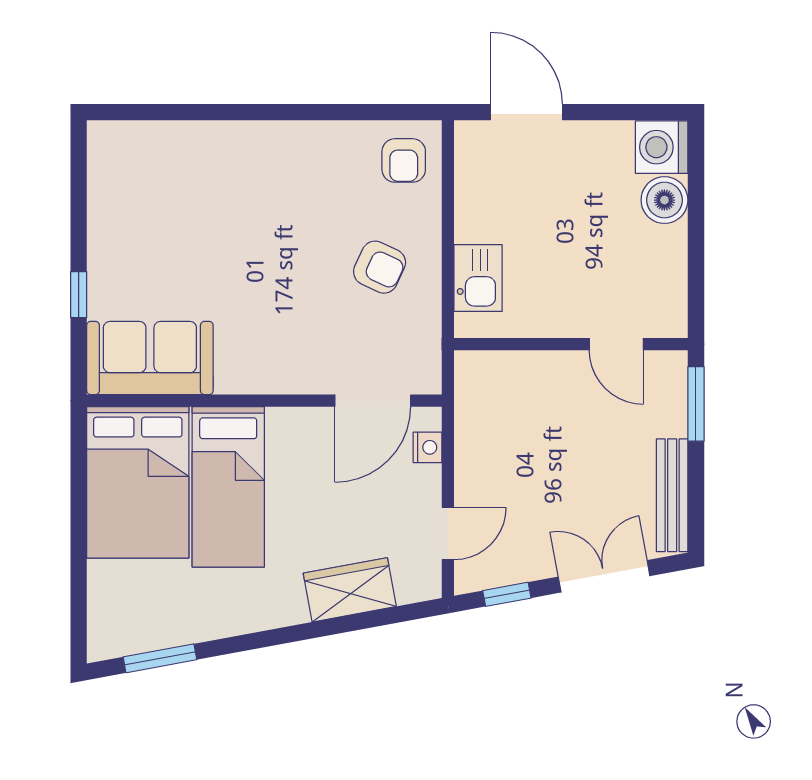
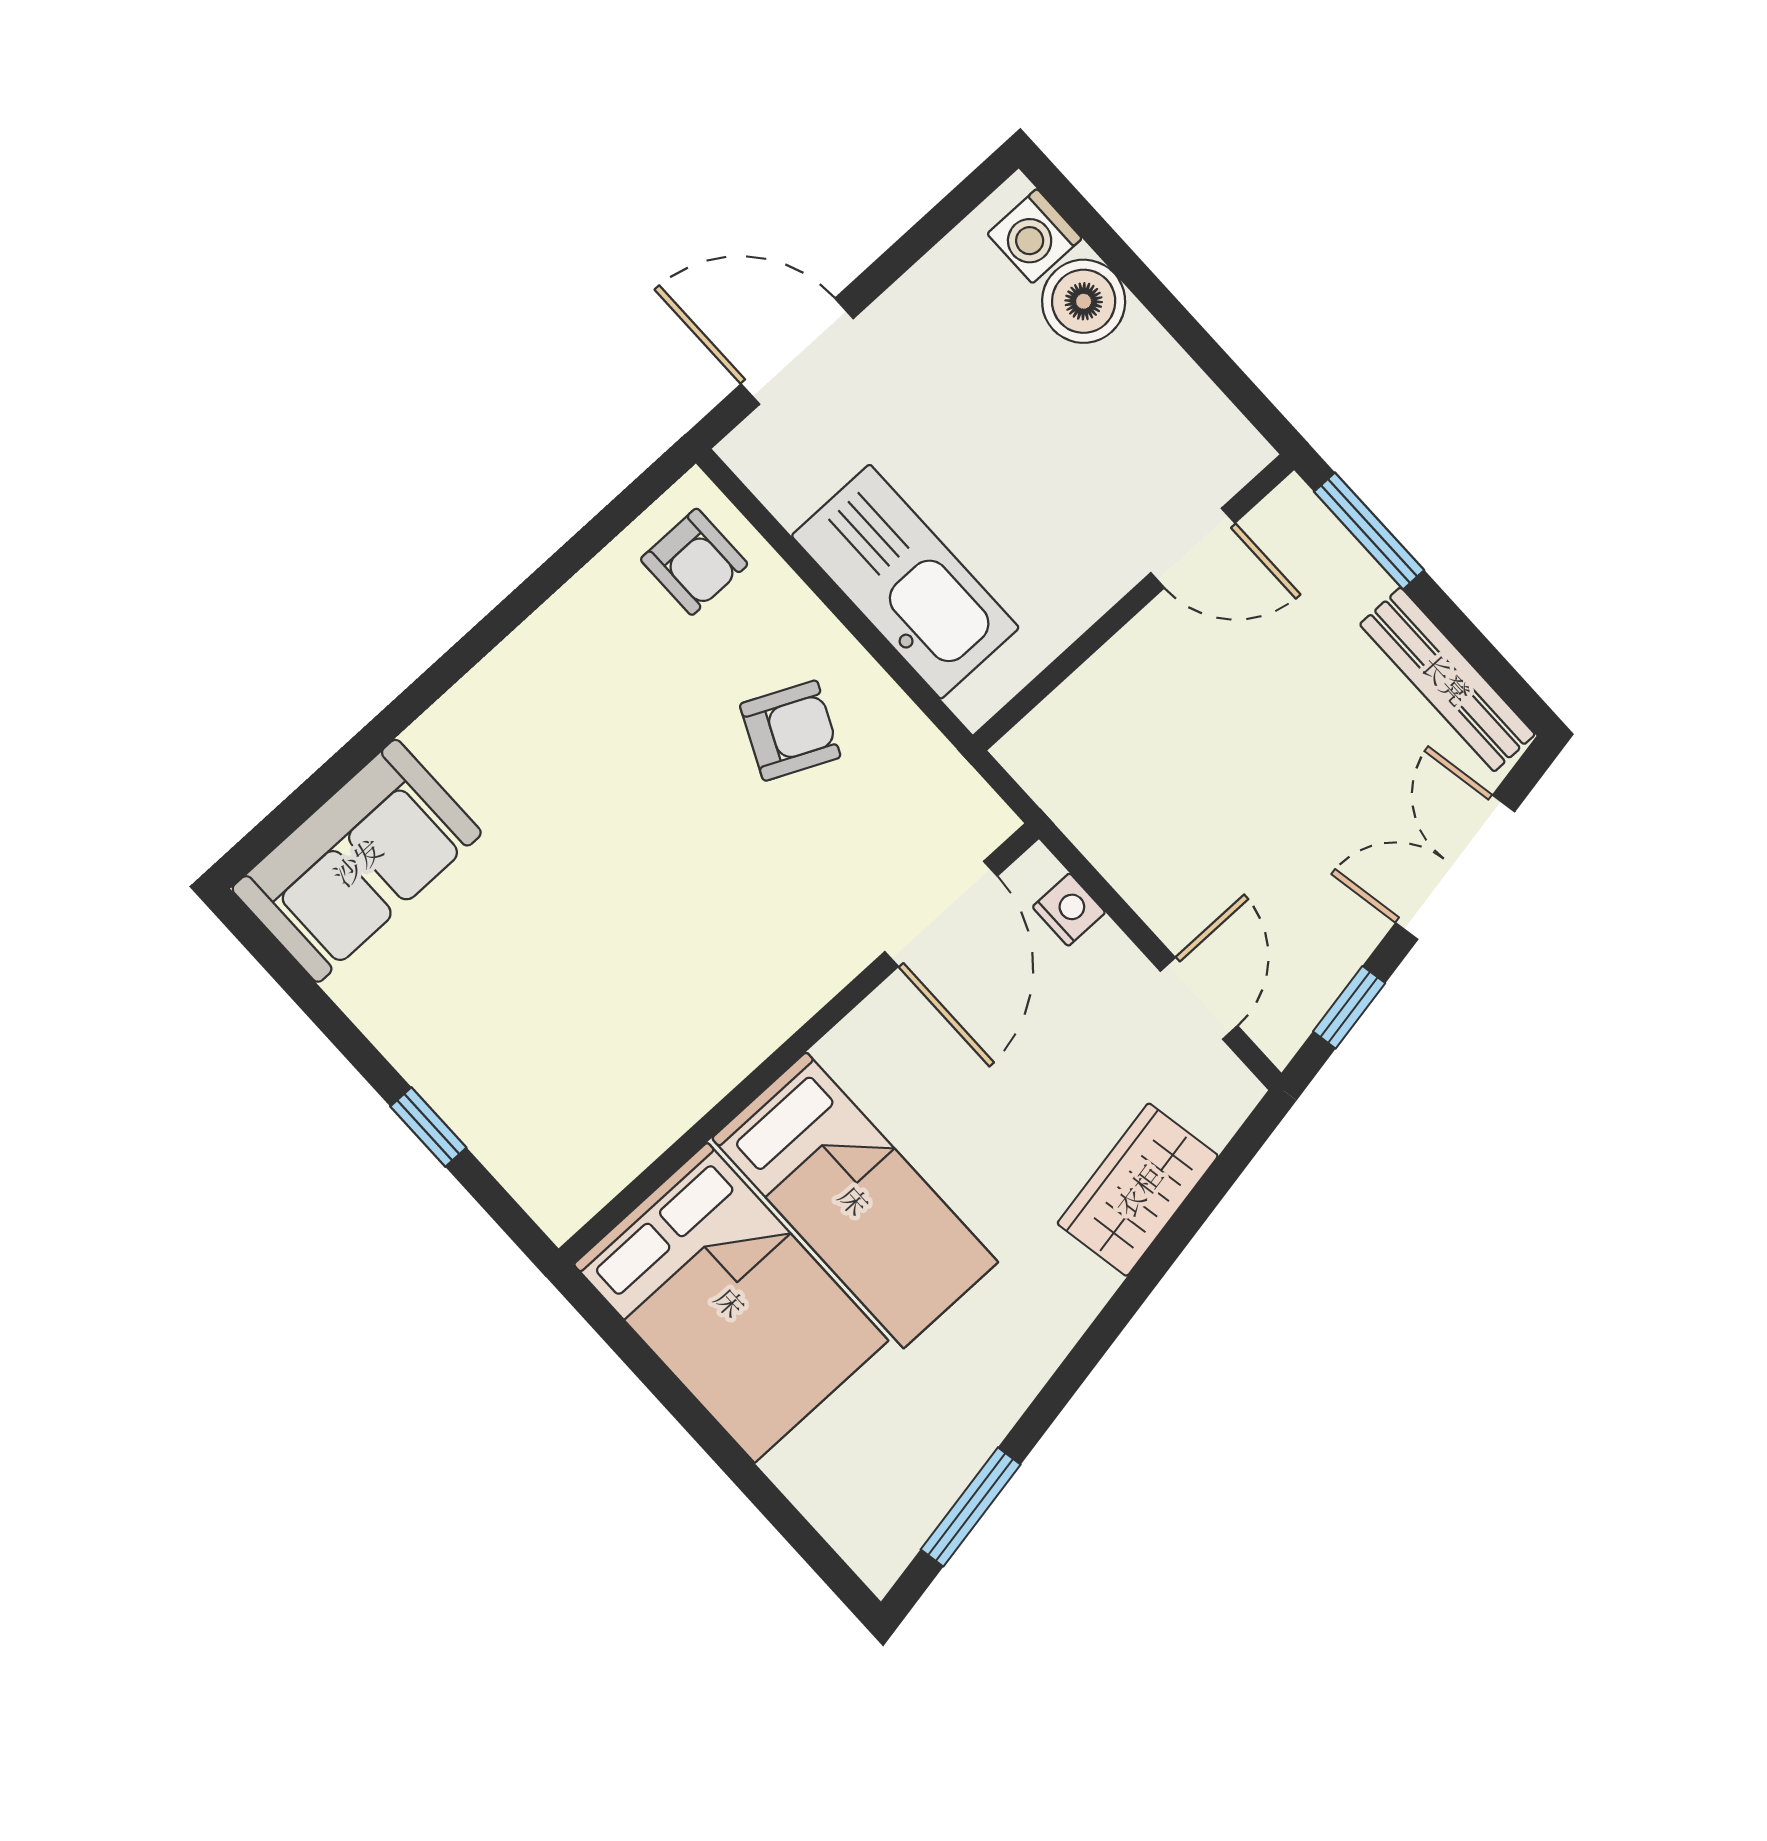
washing machine: (662, 147) -> (1035, 236), width x0.73, depth x0.73
kitchen sink: (478, 278) -> (905, 582), width x1.87, depth x1.24
sofa: (150, 358) -> (357, 861), moved, turned 180

